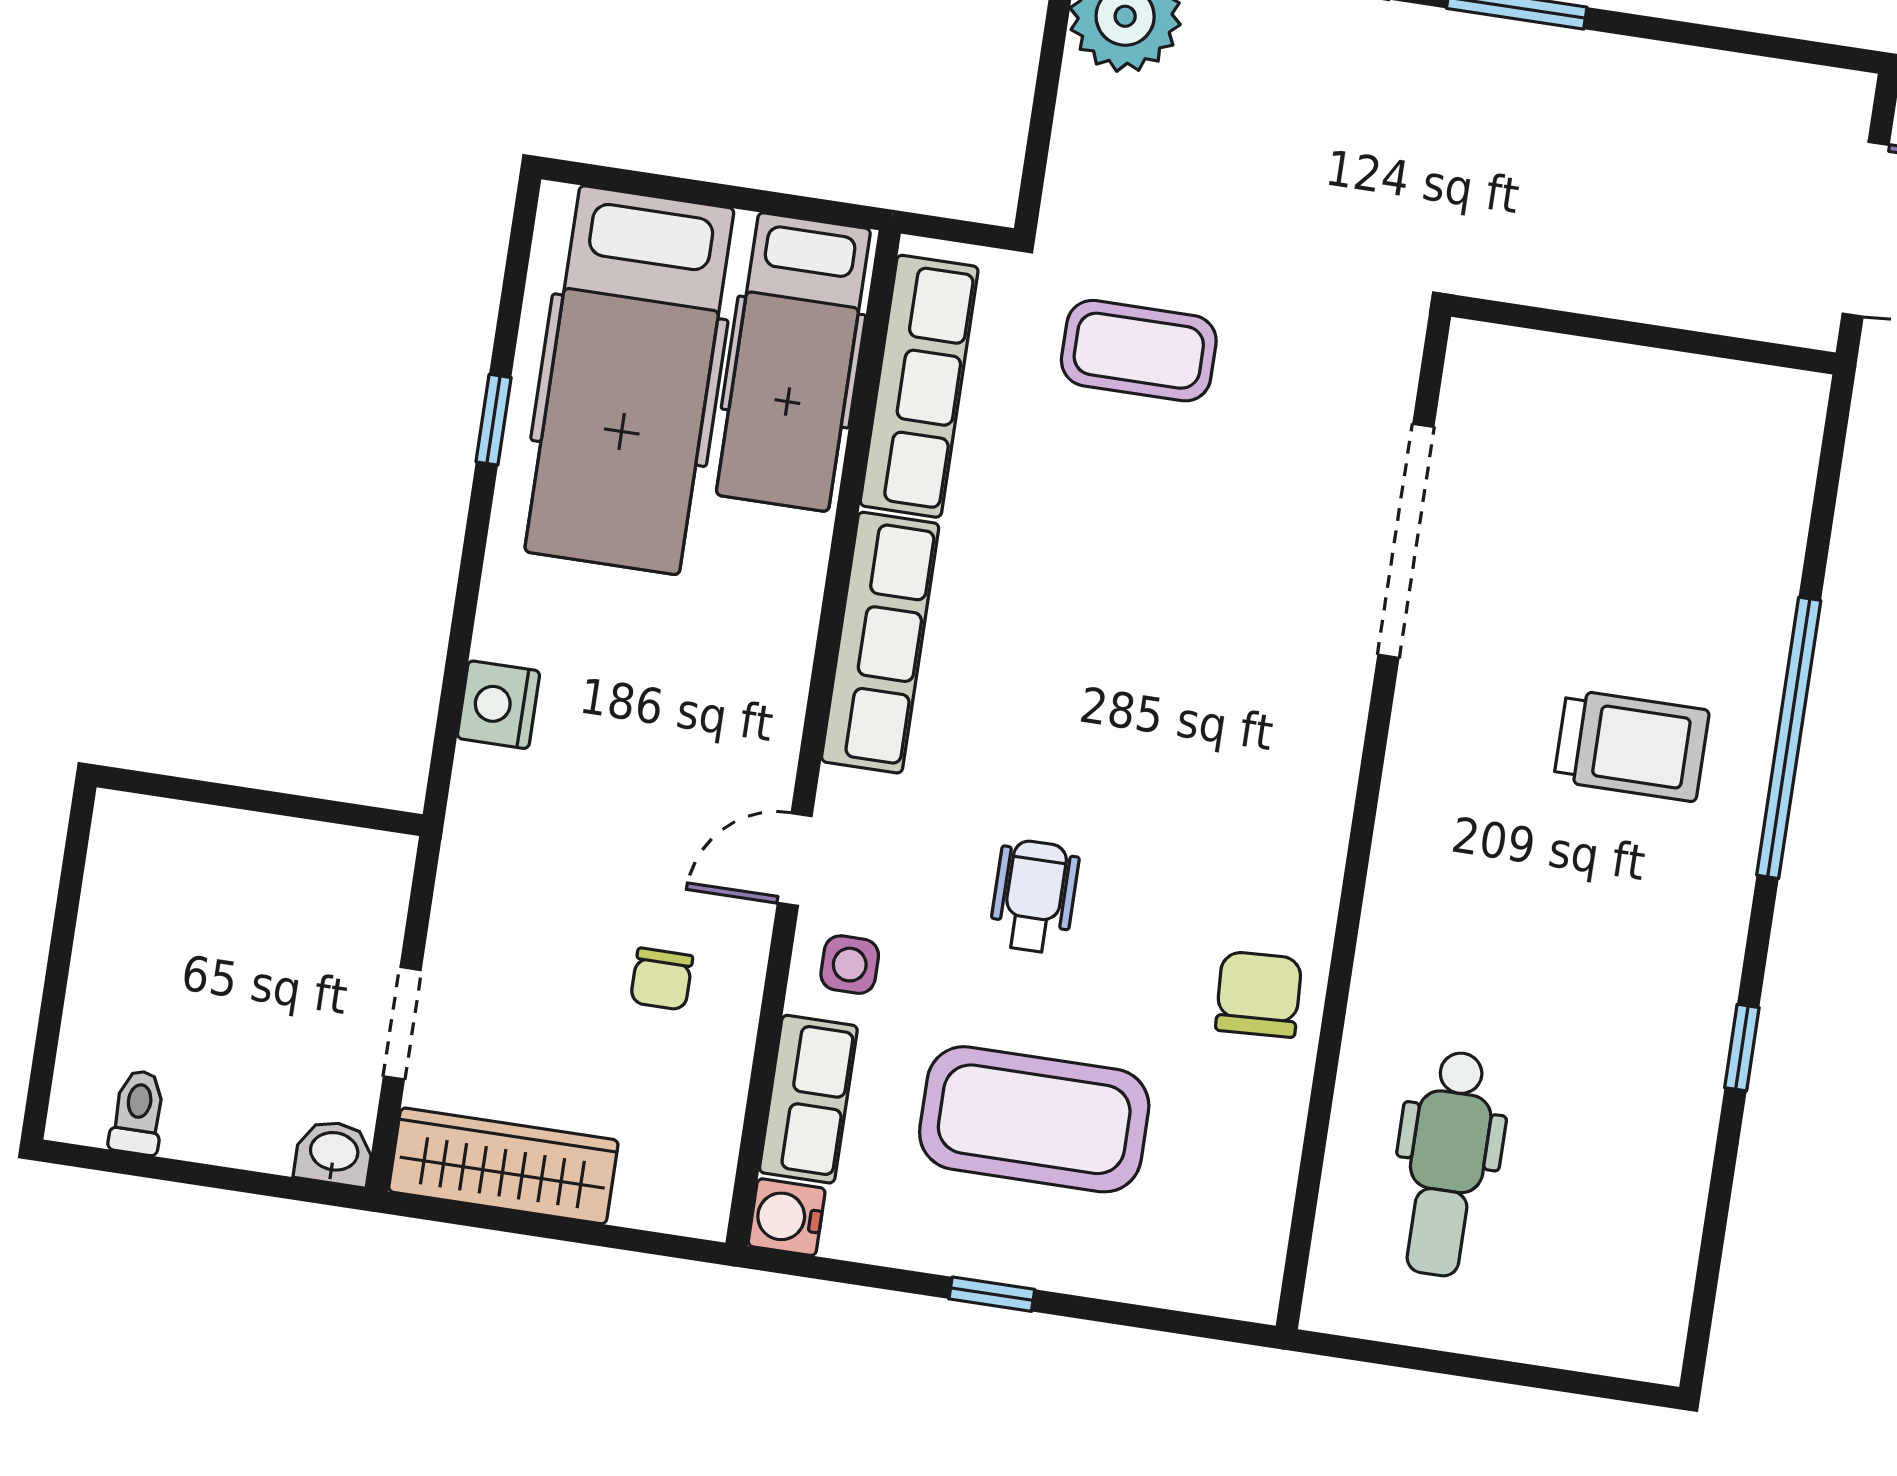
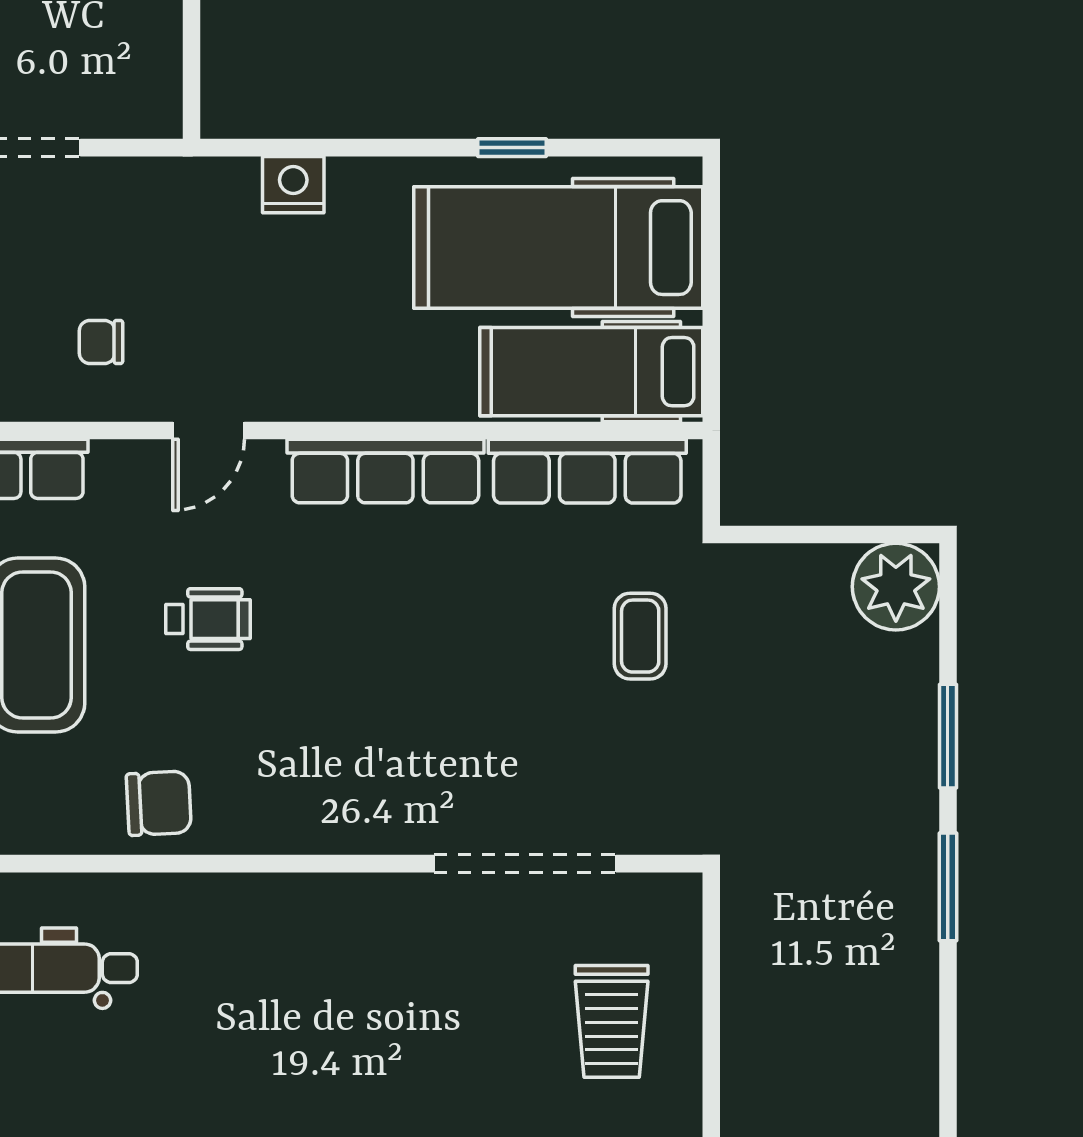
coffee table: (1139, 351) -> (640, 636), width x0.73, depth x0.77
trolley: (1631, 745) -> (612, 1021), moved
door: (795, 859) -> (209, 431), swing flipped
side table: (850, 965) -> (134, 485), removed

